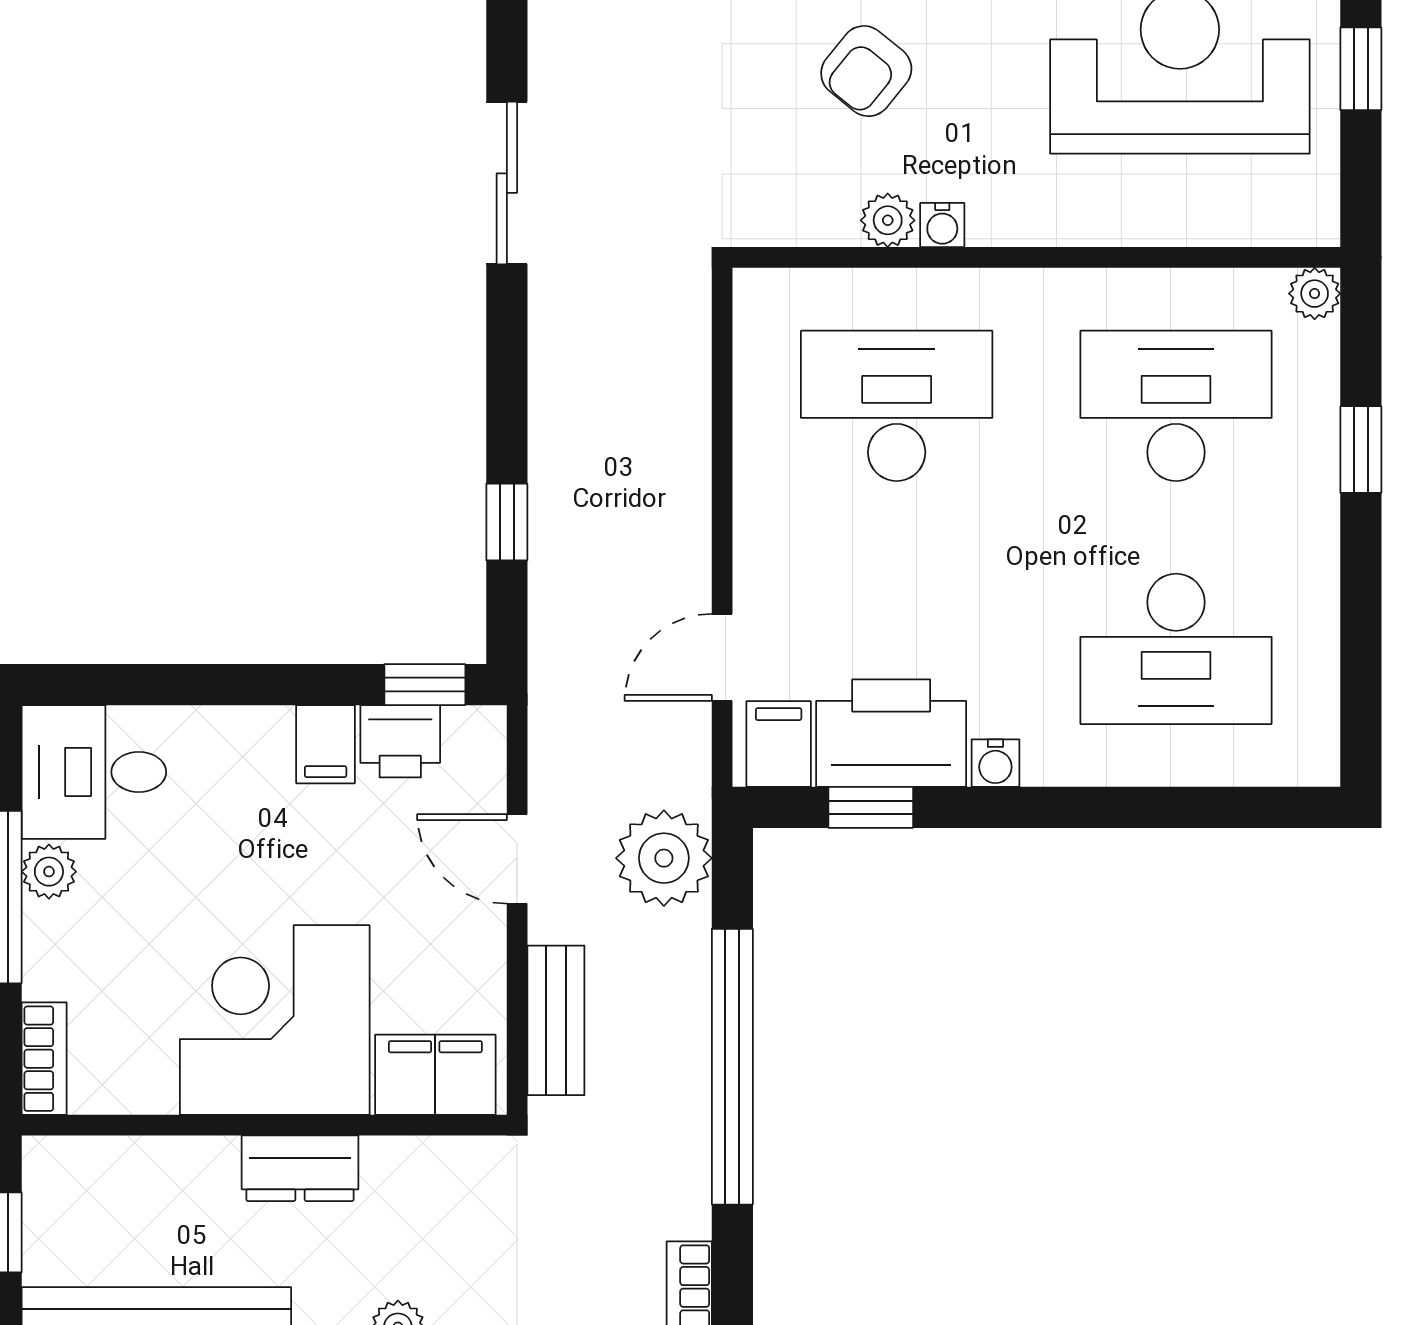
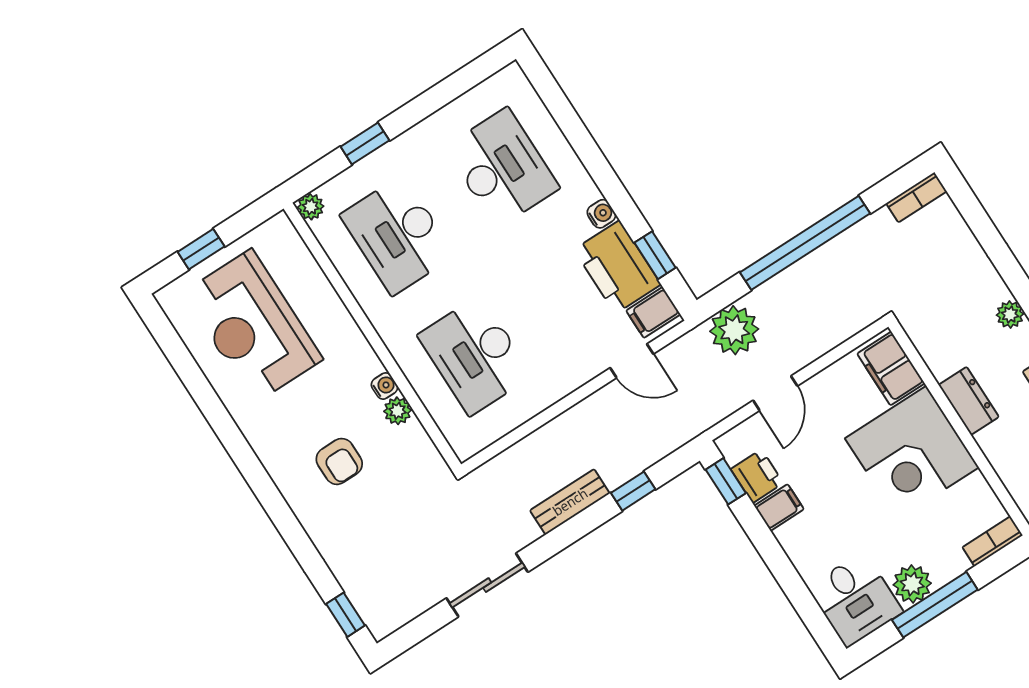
armchair: (866, 71) -> (339, 461), turned 51
plant: (49, 872) -> (912, 584), width x1.38, depth x1.38
bench: (556, 1020) -> (570, 502), moved

